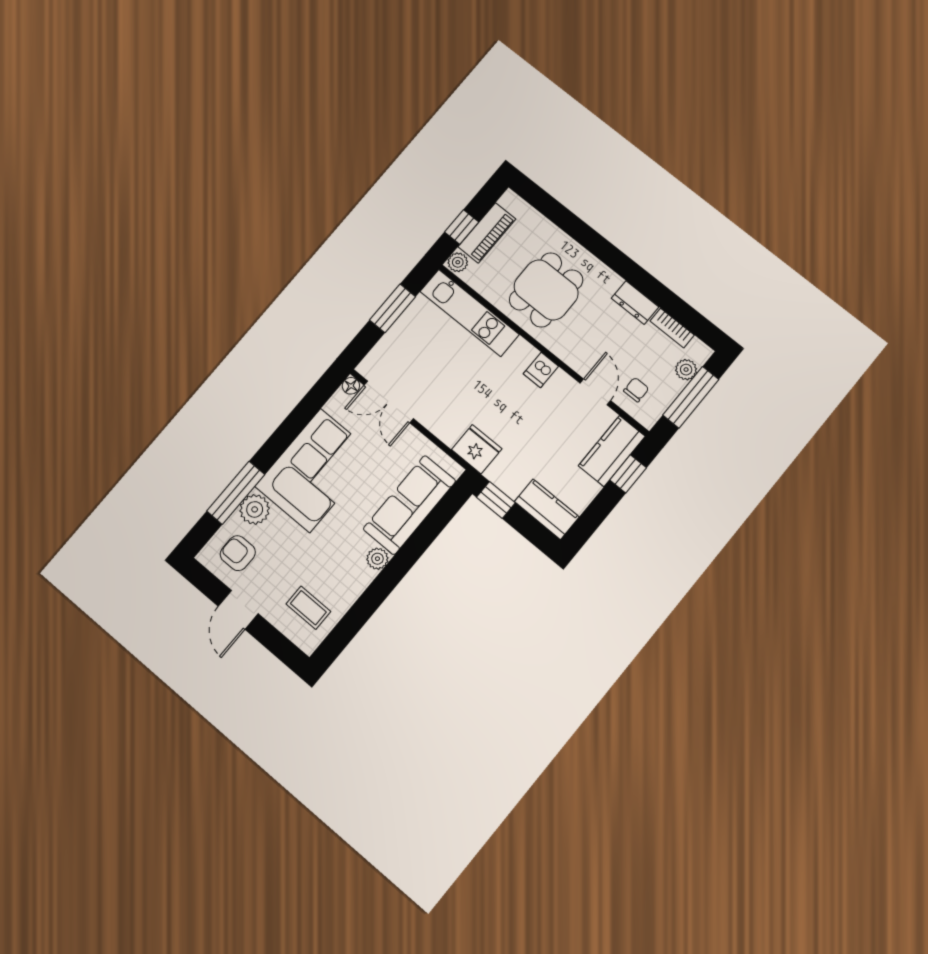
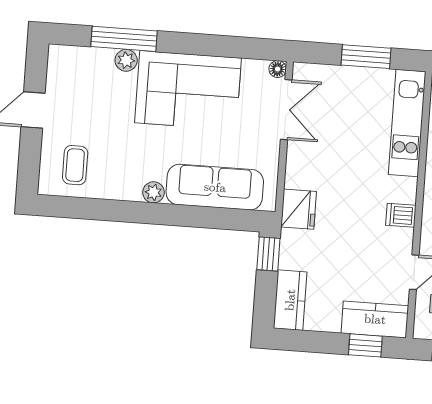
double door: (389, 402) -> (286, 110), swing flipped
plant: (255, 509) -> (126, 60), width x0.73, depth x0.73
armchair: (238, 553) -> (77, 76), removed

